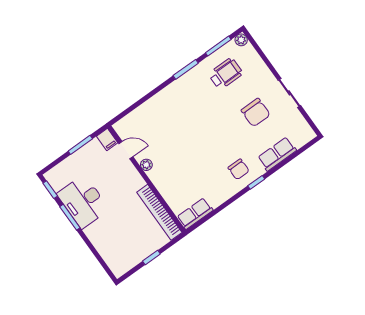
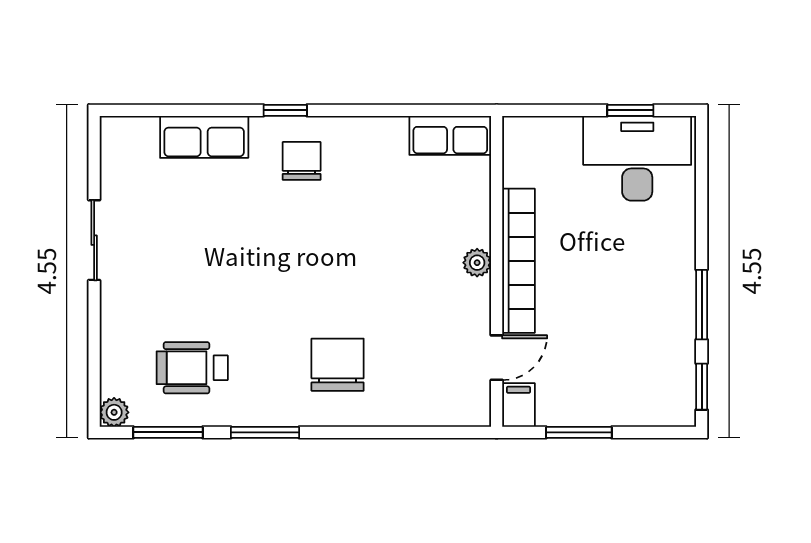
chair: (256, 113) -> (338, 365), moved
door: (126, 150) -> (497, 358), swing flipped
plant: (146, 165) -> (477, 263), moved
desk: (83, 202) -> (637, 158), moved, turned -90
bookcase: (159, 212) -> (518, 261), moved
window: (151, 257) -> (630, 110), moved

